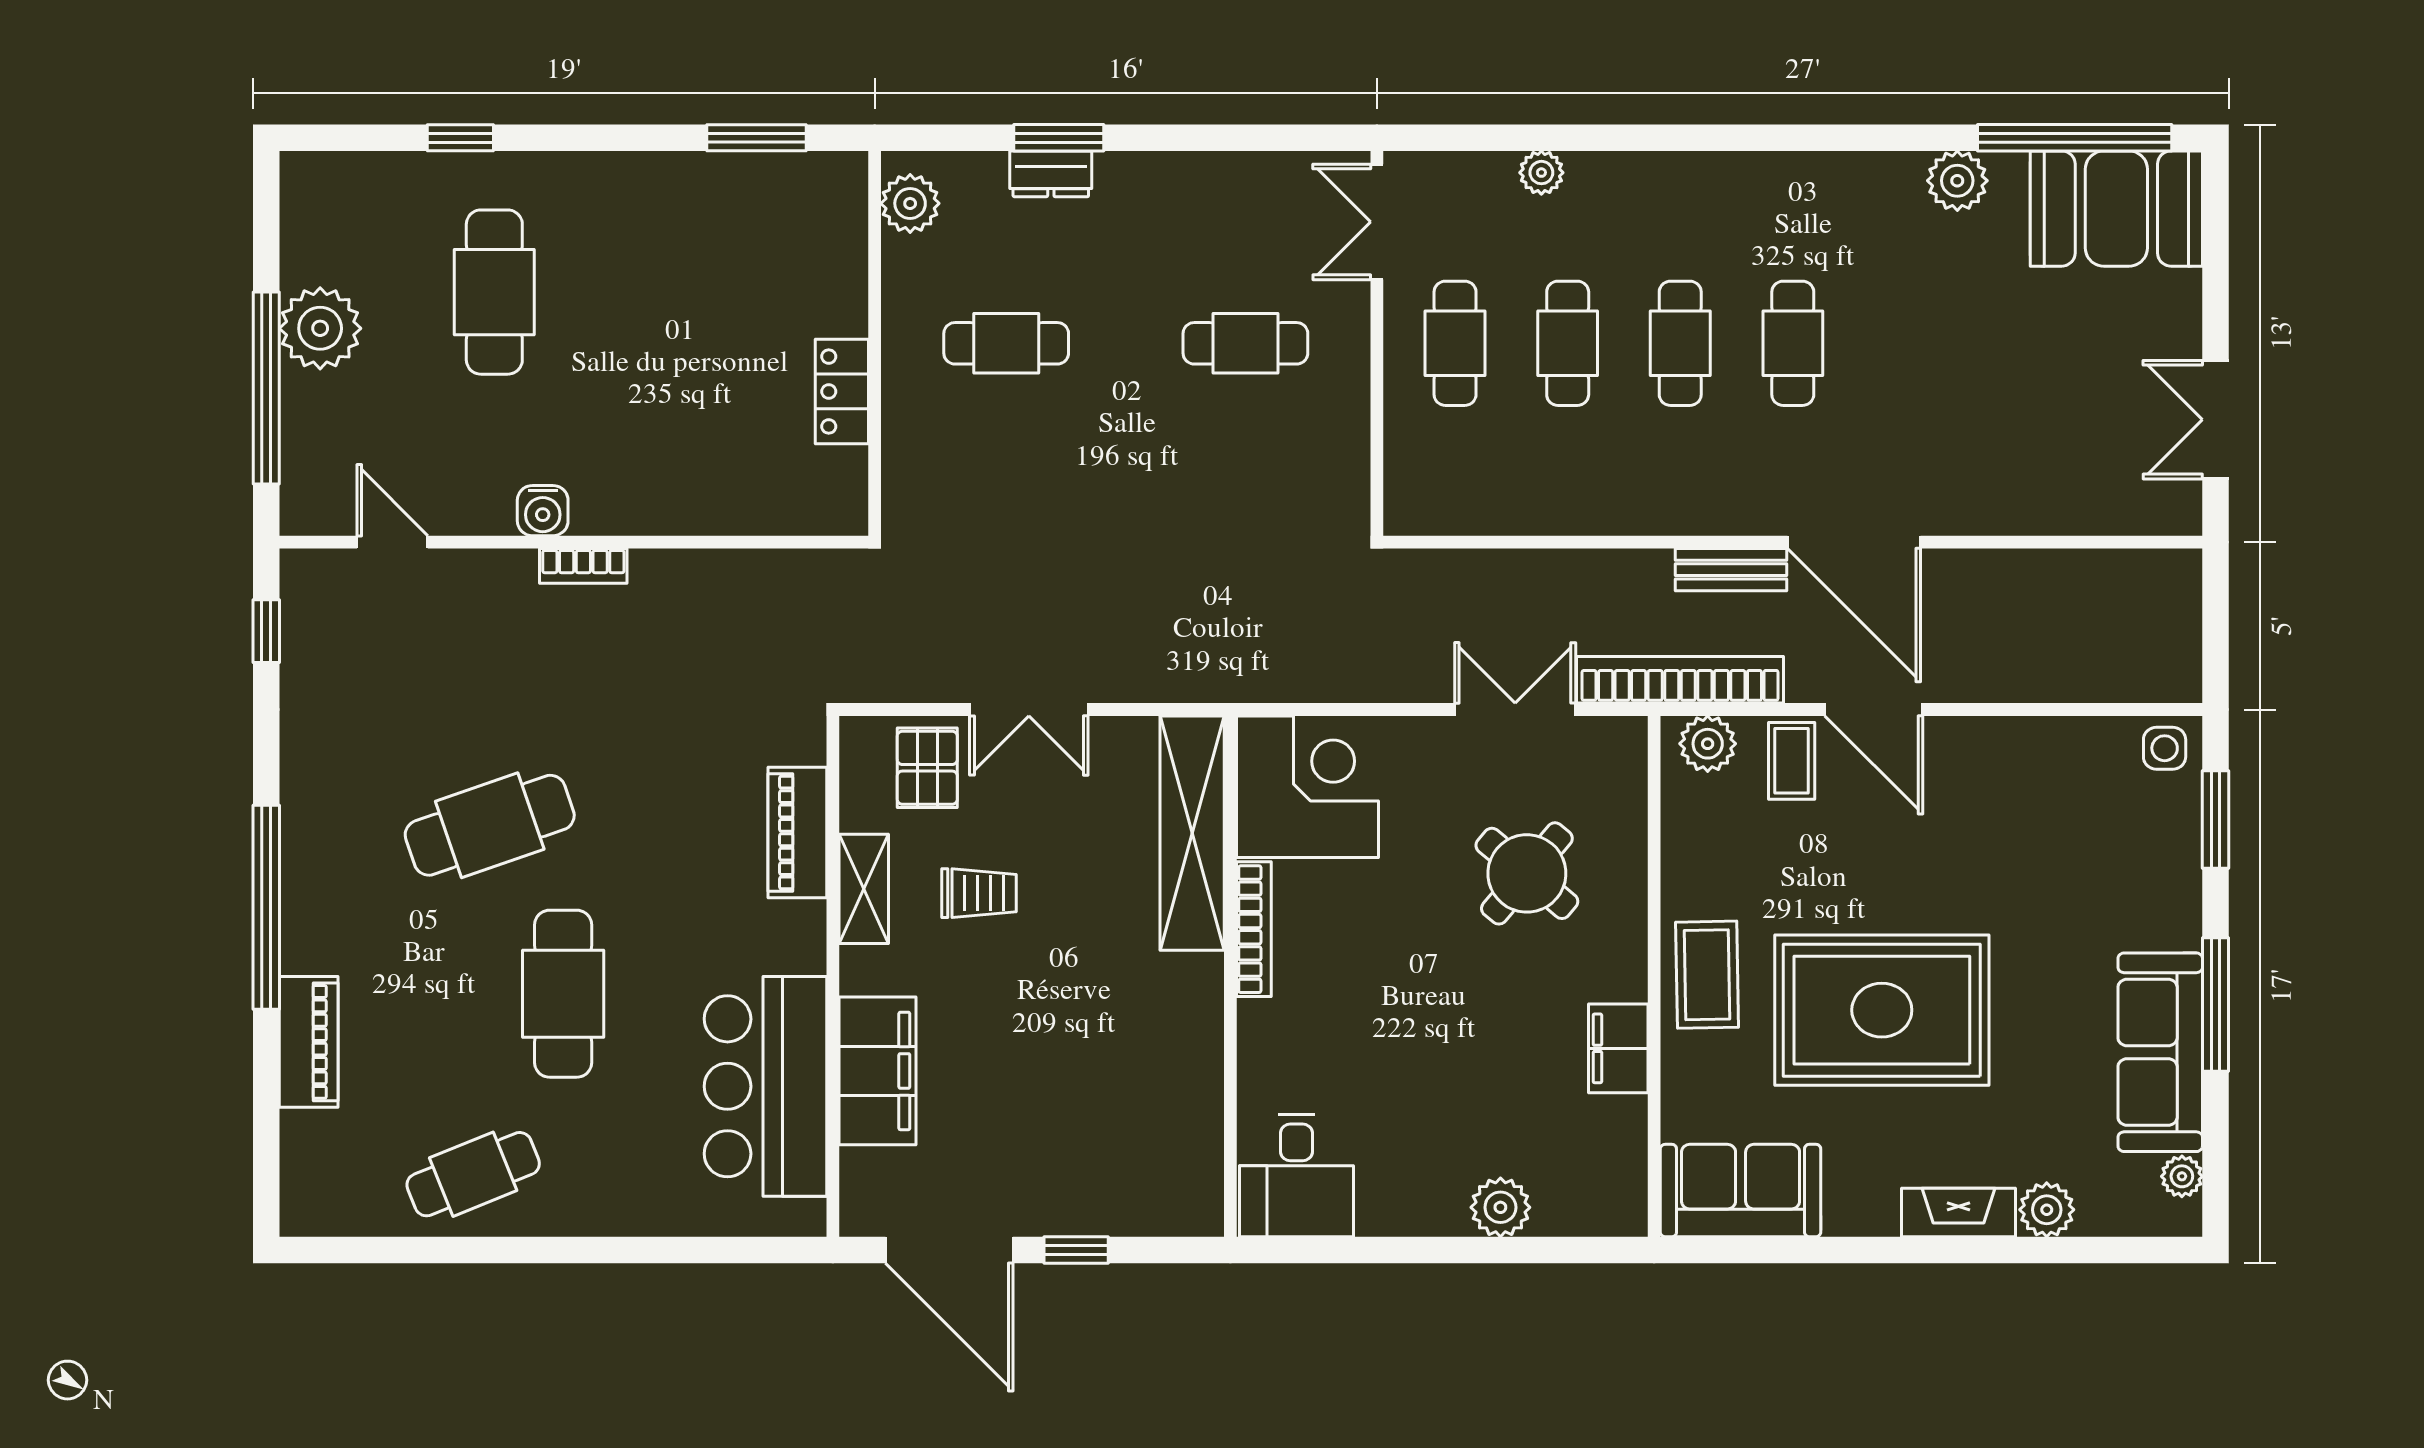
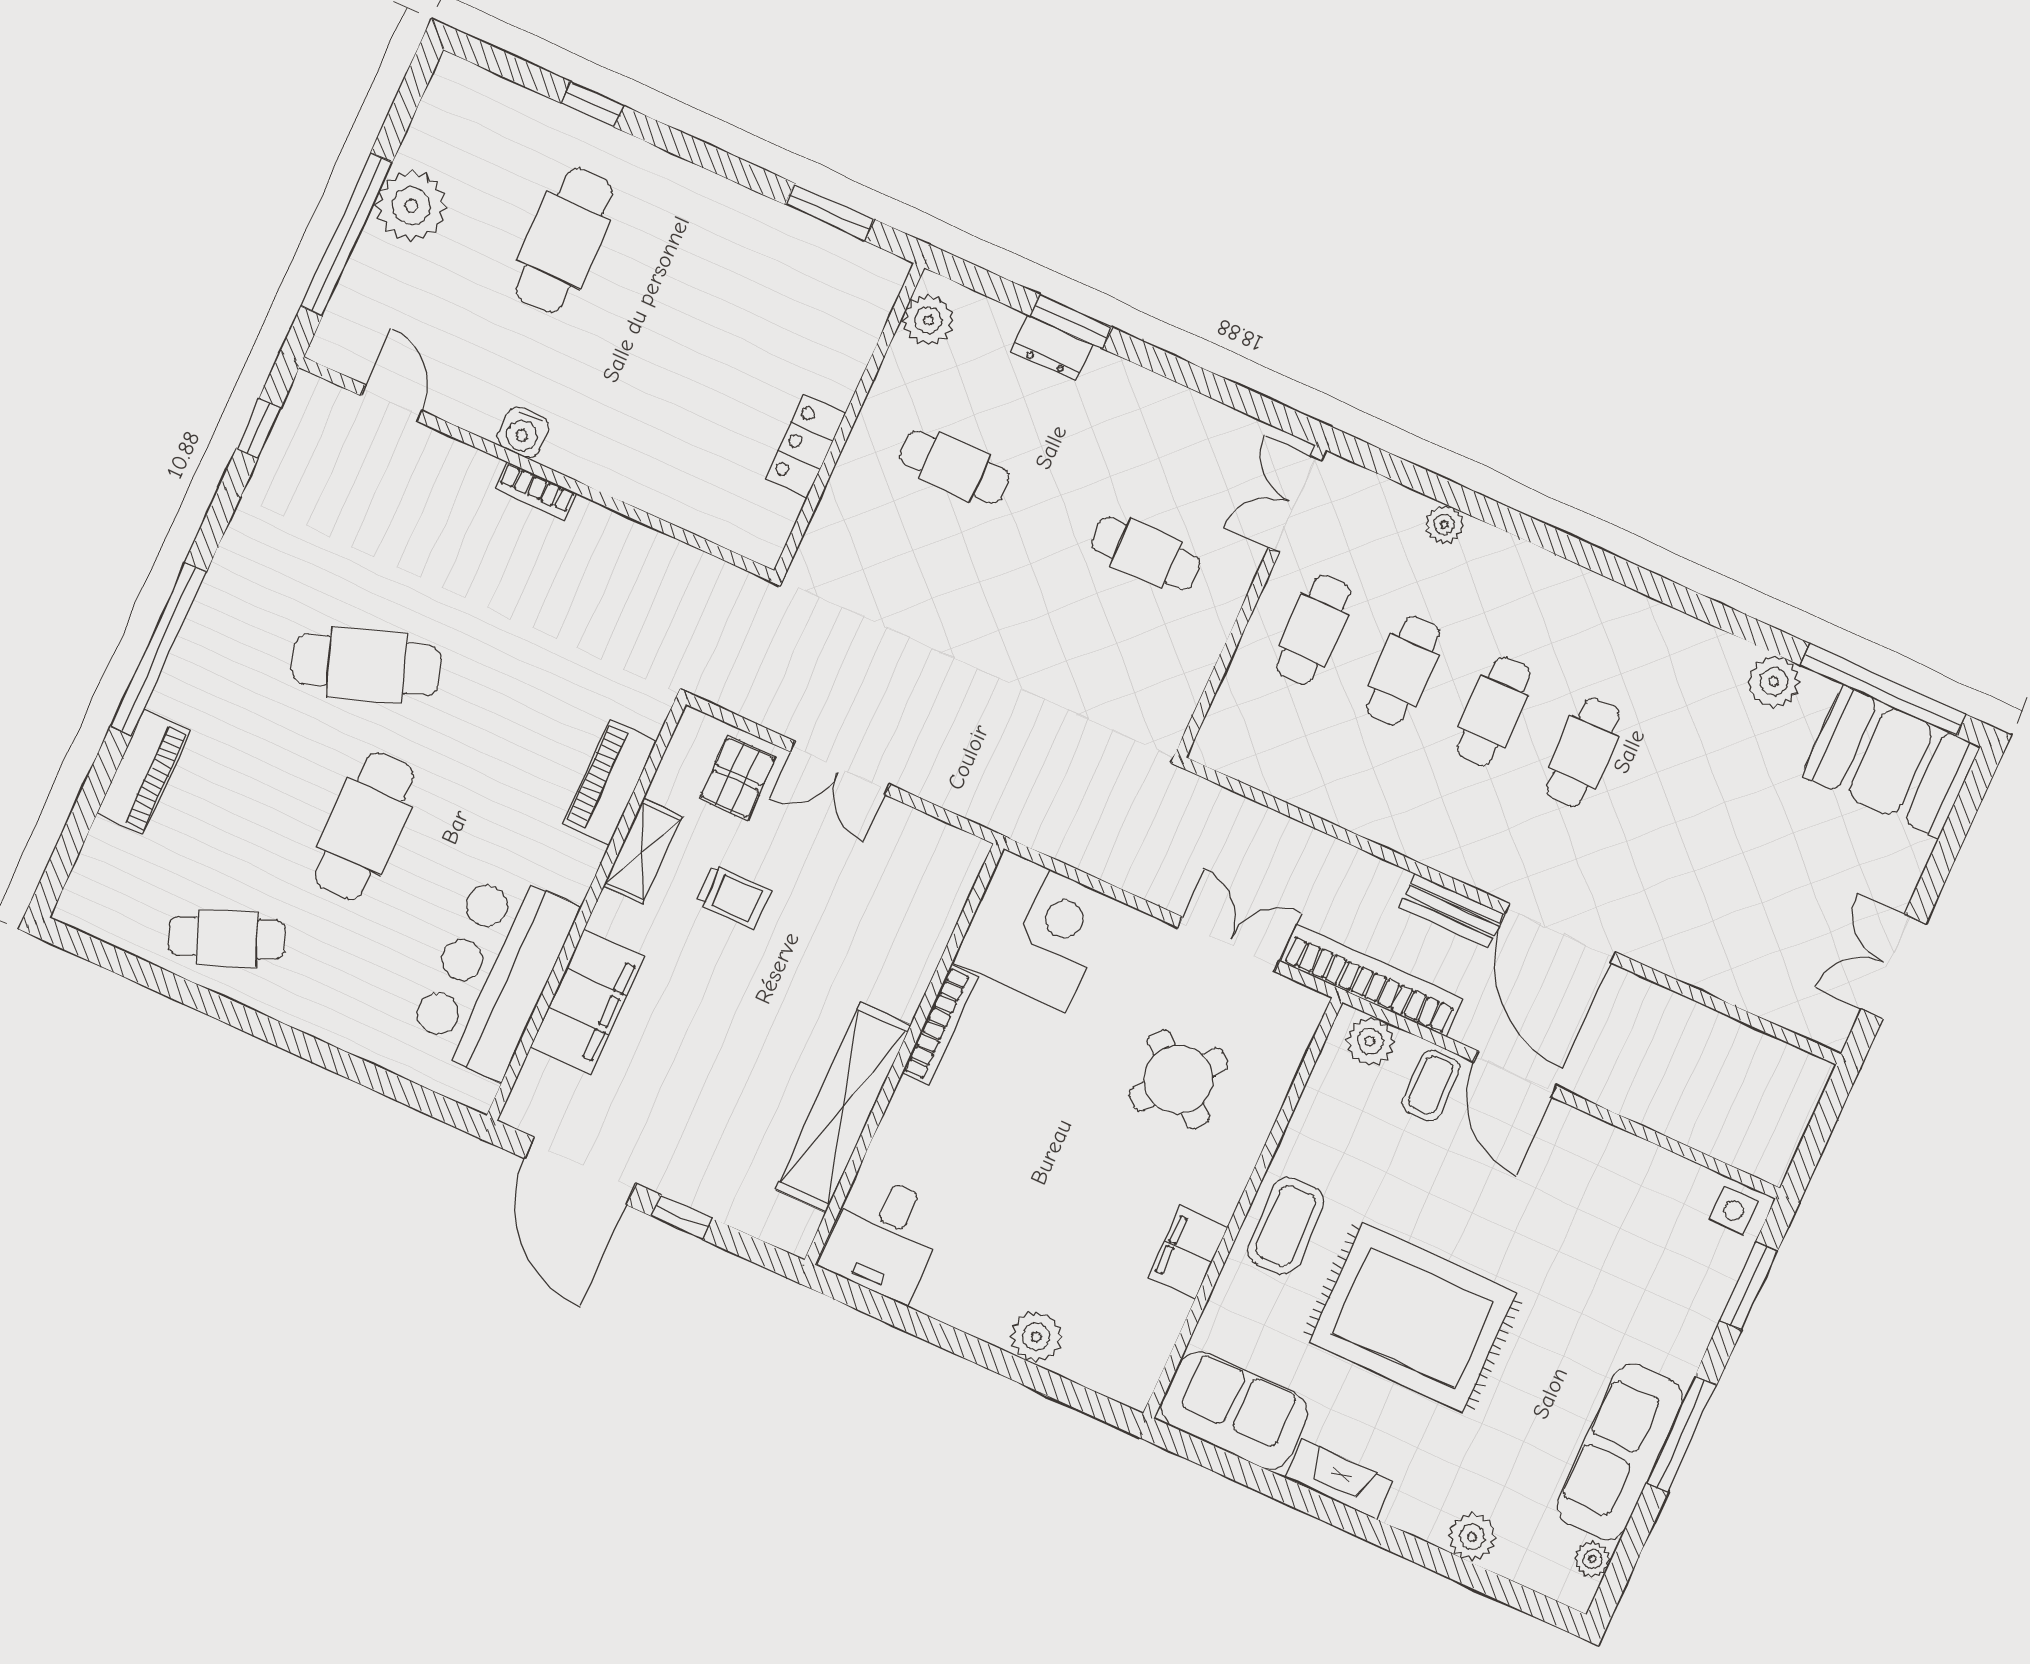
shelving: (1192, 833) -> (843, 1107), moved
fireplace: (1959, 1213) -> (1339, 1479), moved

